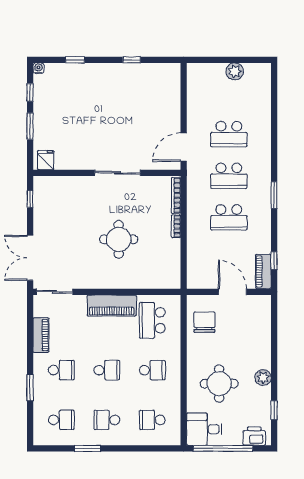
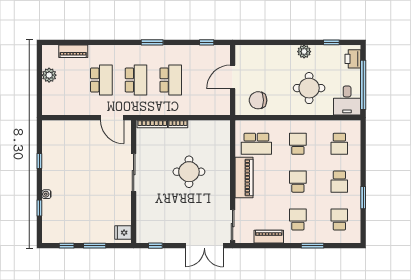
water cooler: (38, 68) -> (46, 194), moved
piano: (263, 271) -> (73, 51), moved

